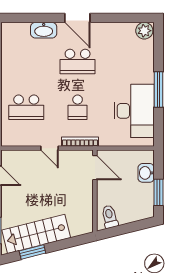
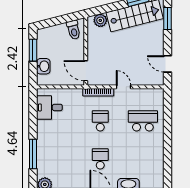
school desk: (78, 61) -> (100, 159), width x0.54
window: (159, 89) -> (33, 154), moved
desk: (134, 111) -> (49, 107), width x0.53, depth x0.77
plant: (77, 228) -> (100, 20), added

